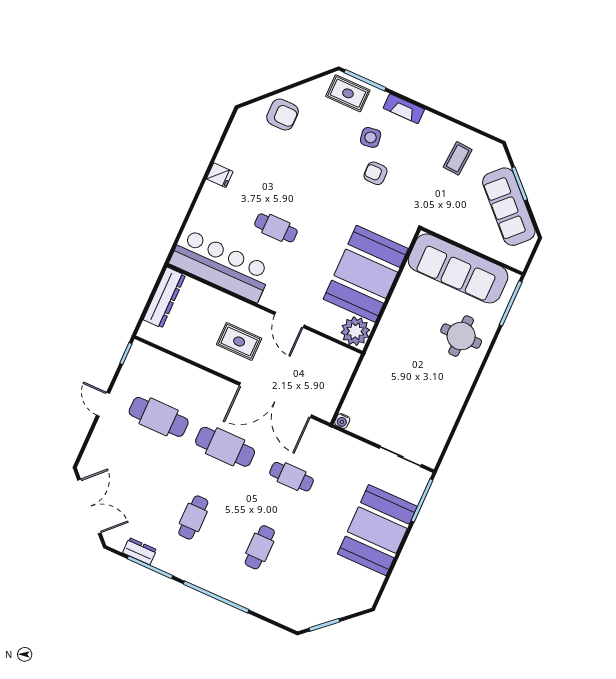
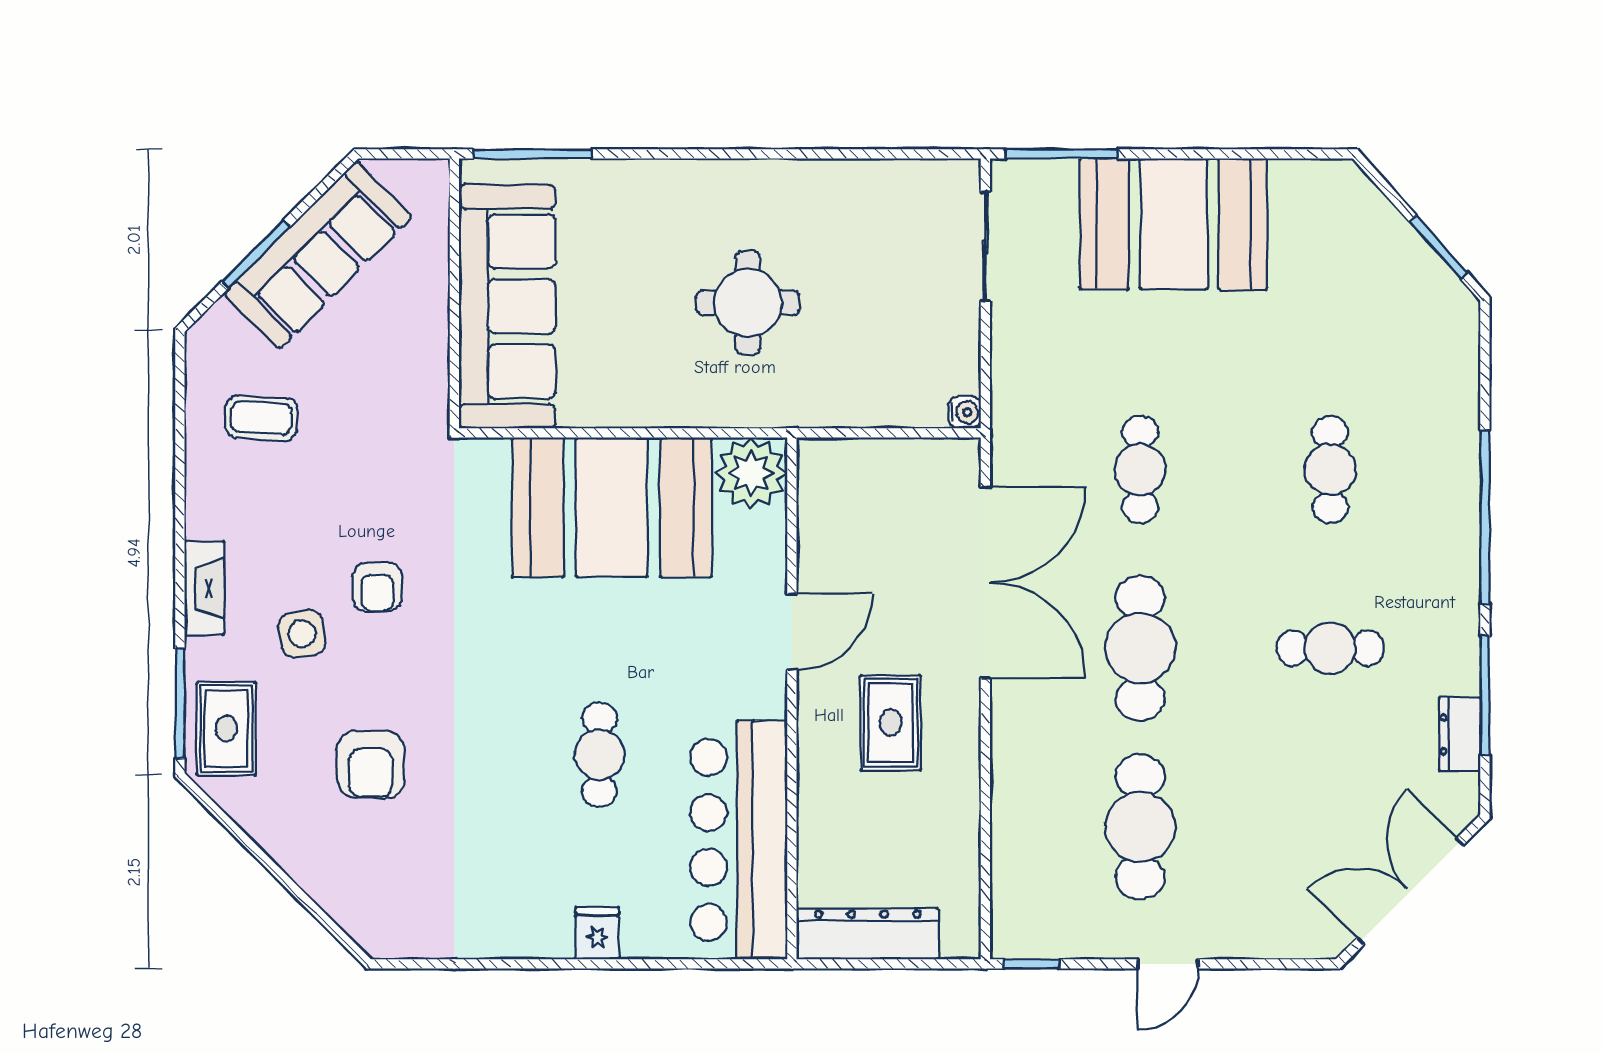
armchair: (283, 114) -> (371, 764), moved, turned 180
fridge: (220, 175) -> (597, 933), moved
round table: (461, 336) -> (748, 303), moved
cafe table: (260, 547) -> (1330, 470), turned 90

